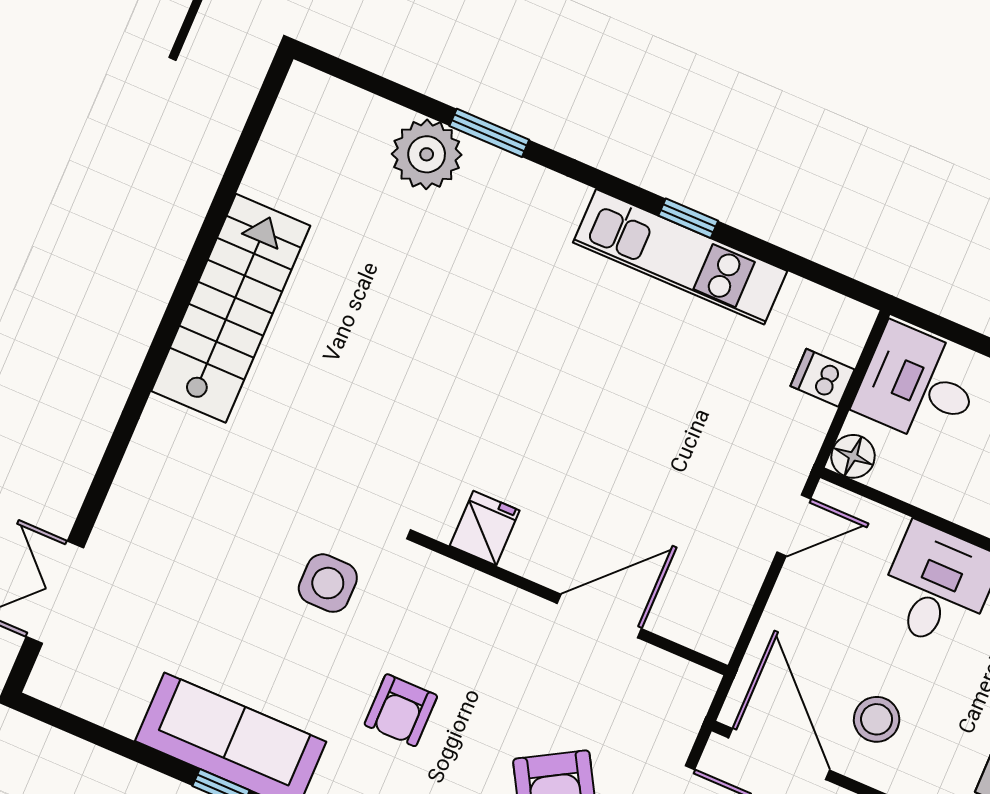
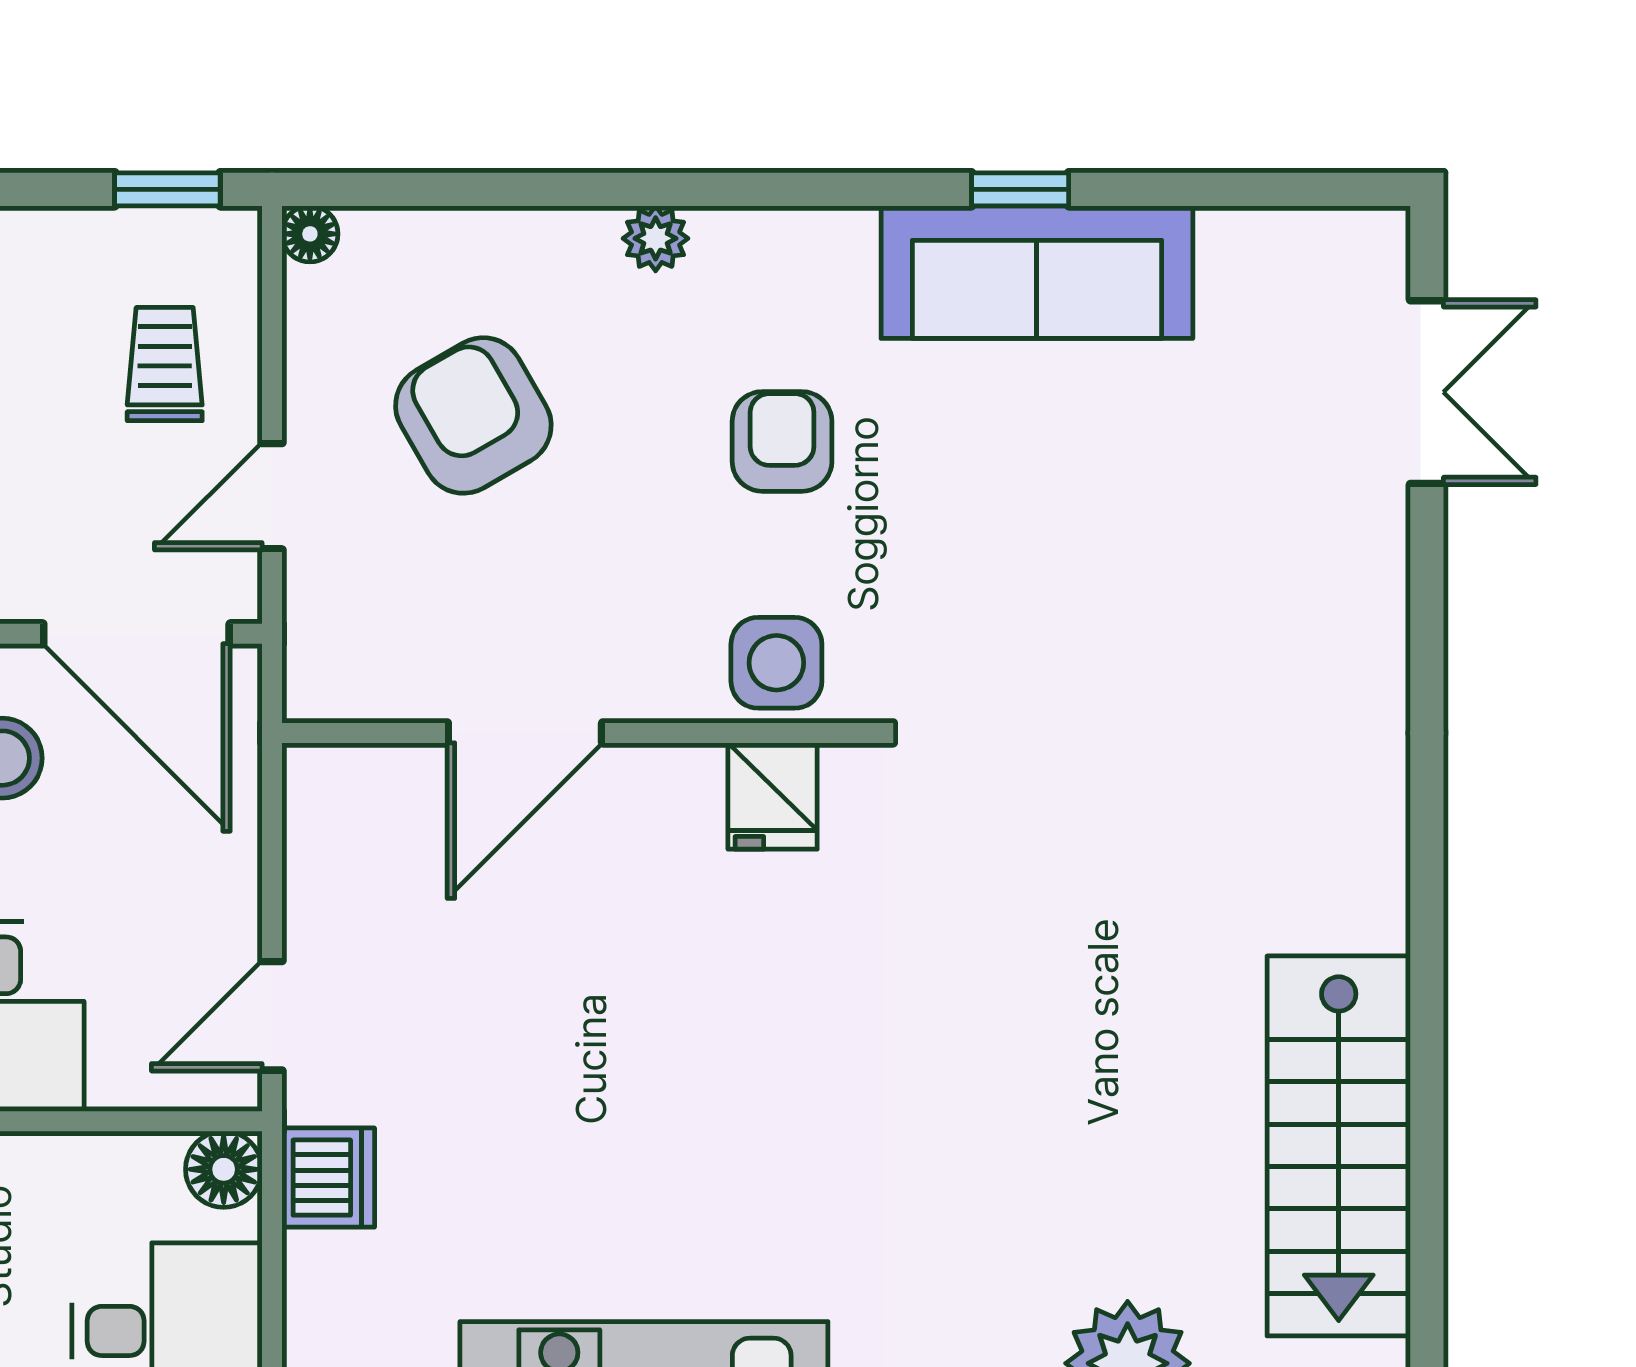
stairs: (231, 308) -> (1339, 1146), moved
dishwasher: (822, 378) -> (328, 1178), moved, width x1.38
side table: (328, 583) -> (776, 663), moved

